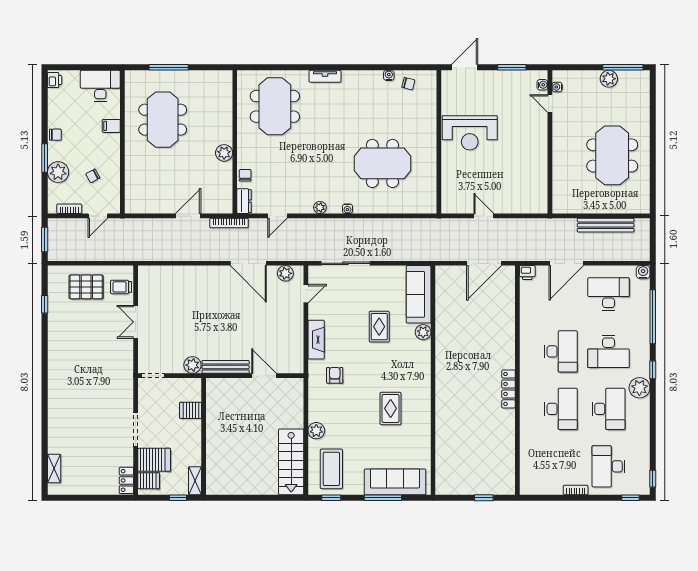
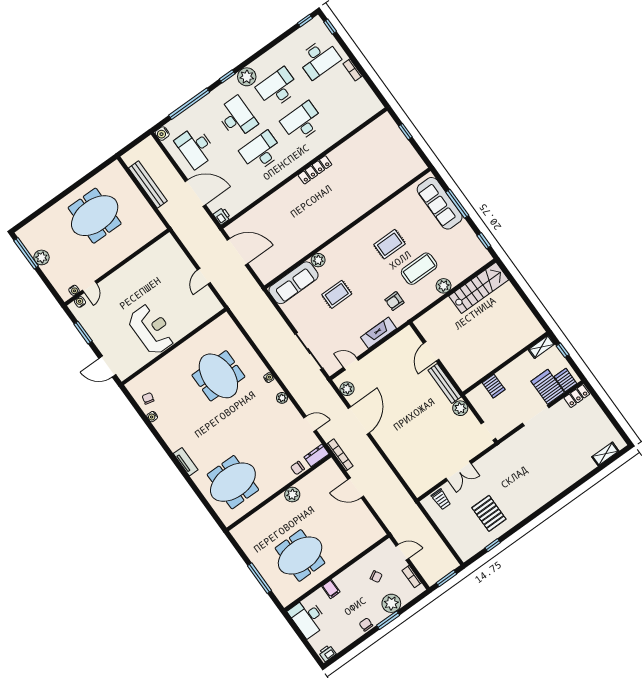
pallet: (86, 287) -> (489, 513), moved
coffee table: (331, 469) -> (419, 269), moved

